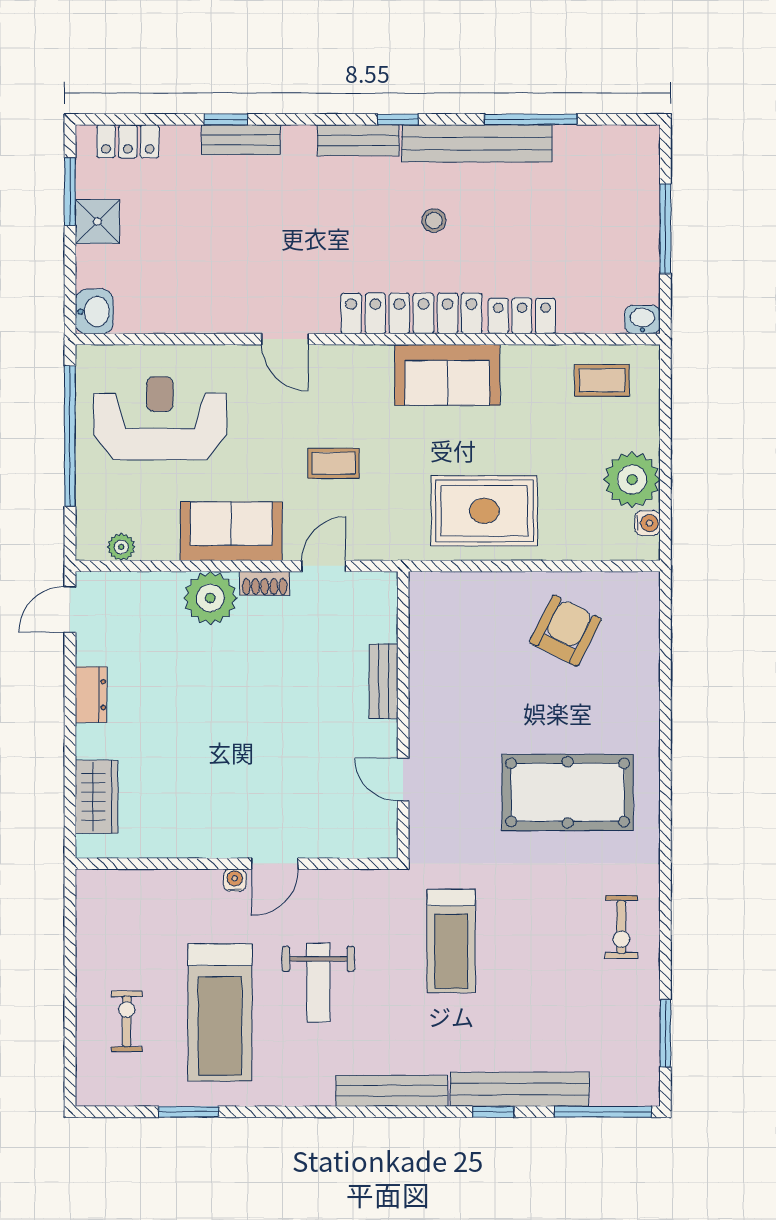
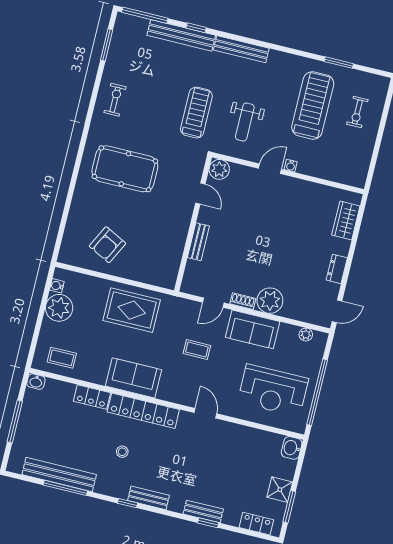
bench: (477, 143) -> (59, 475), moved
plant: (377, 838) -> (219, 169), added
weight bench: (318, 983) -> (245, 122), moved, turned 180

